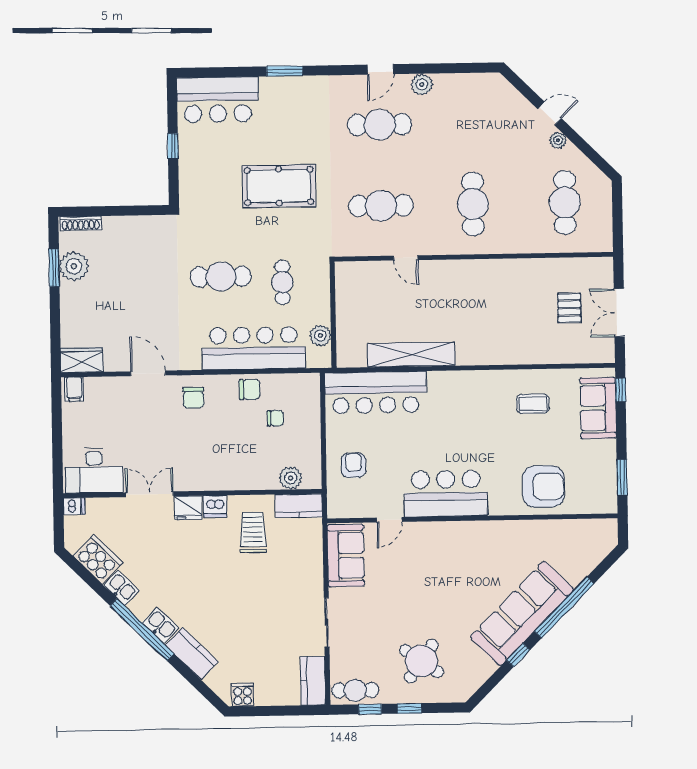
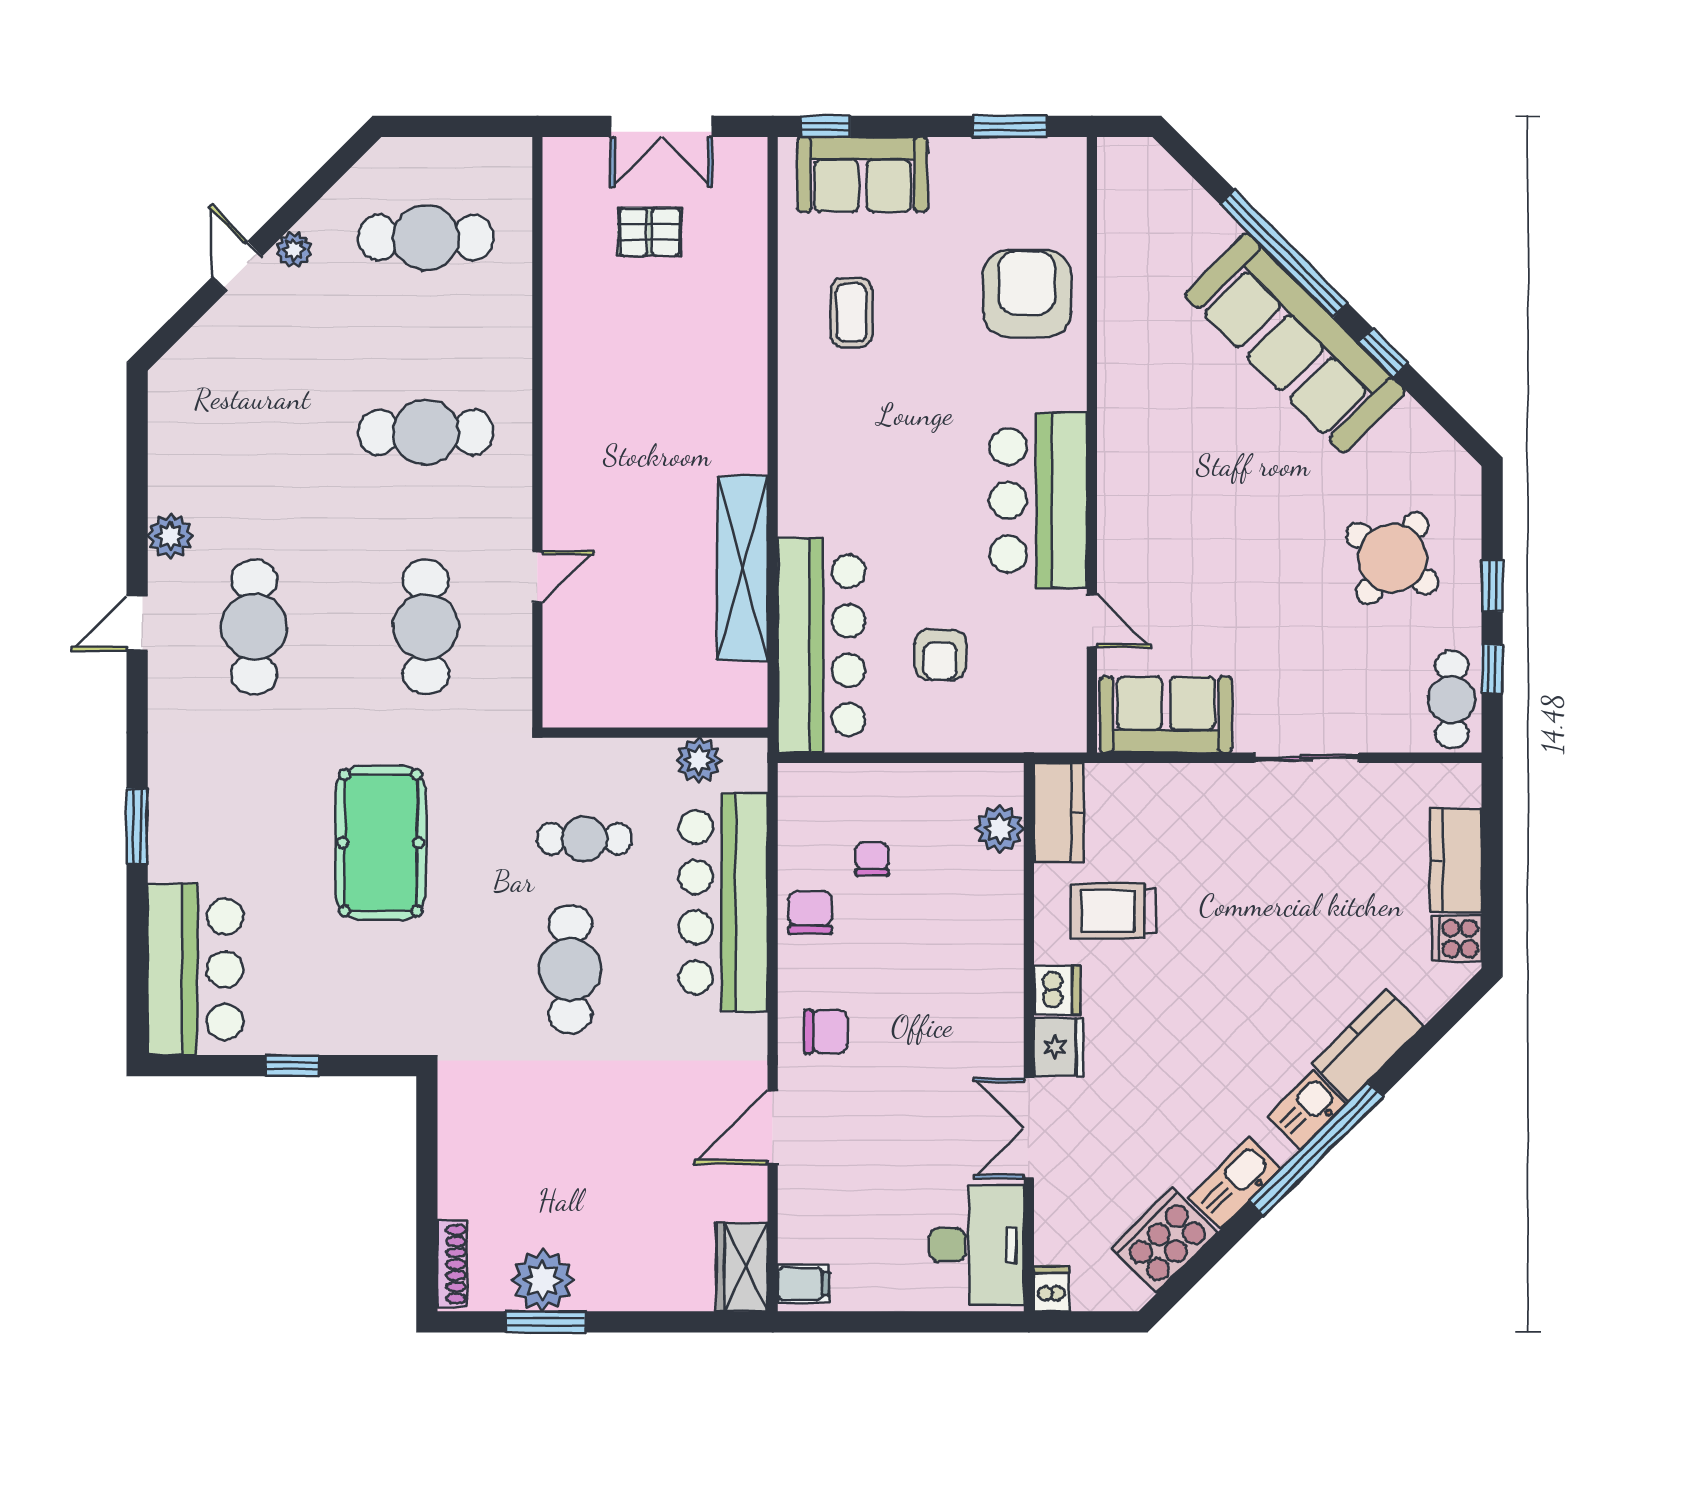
door: (380, 69) -> (137, 623), swing flipped
armchair: (353, 465) -> (940, 655), moved, turned -90
kitchen sink: (121, 588) -> (1235, 1183), width x1.38
kitchen counter: (313, 681) -> (1456, 860), moved, turned 90

